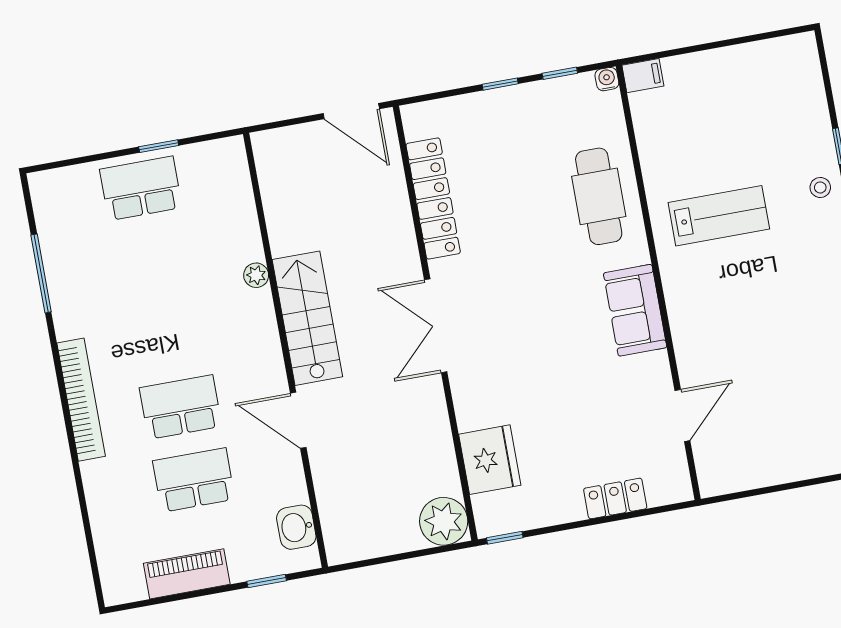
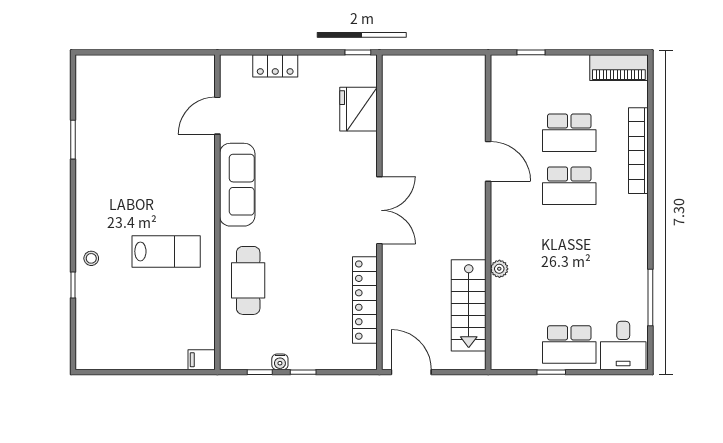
water cooler: (607, 79) -> (280, 362), moved
desk: (66, 201) -> (623, 346), added
lab bench: (719, 216) -> (166, 251), turned 180
sofa: (635, 310) -> (237, 185), width x1.36
stairs: (307, 318) -> (469, 305), moved
bookcase: (81, 400) -> (638, 151), moved
plant: (444, 521) -> (399, 72), removed
washbasin: (296, 527) -> (503, 86), removed
piano: (187, 574) -> (619, 68), moved

